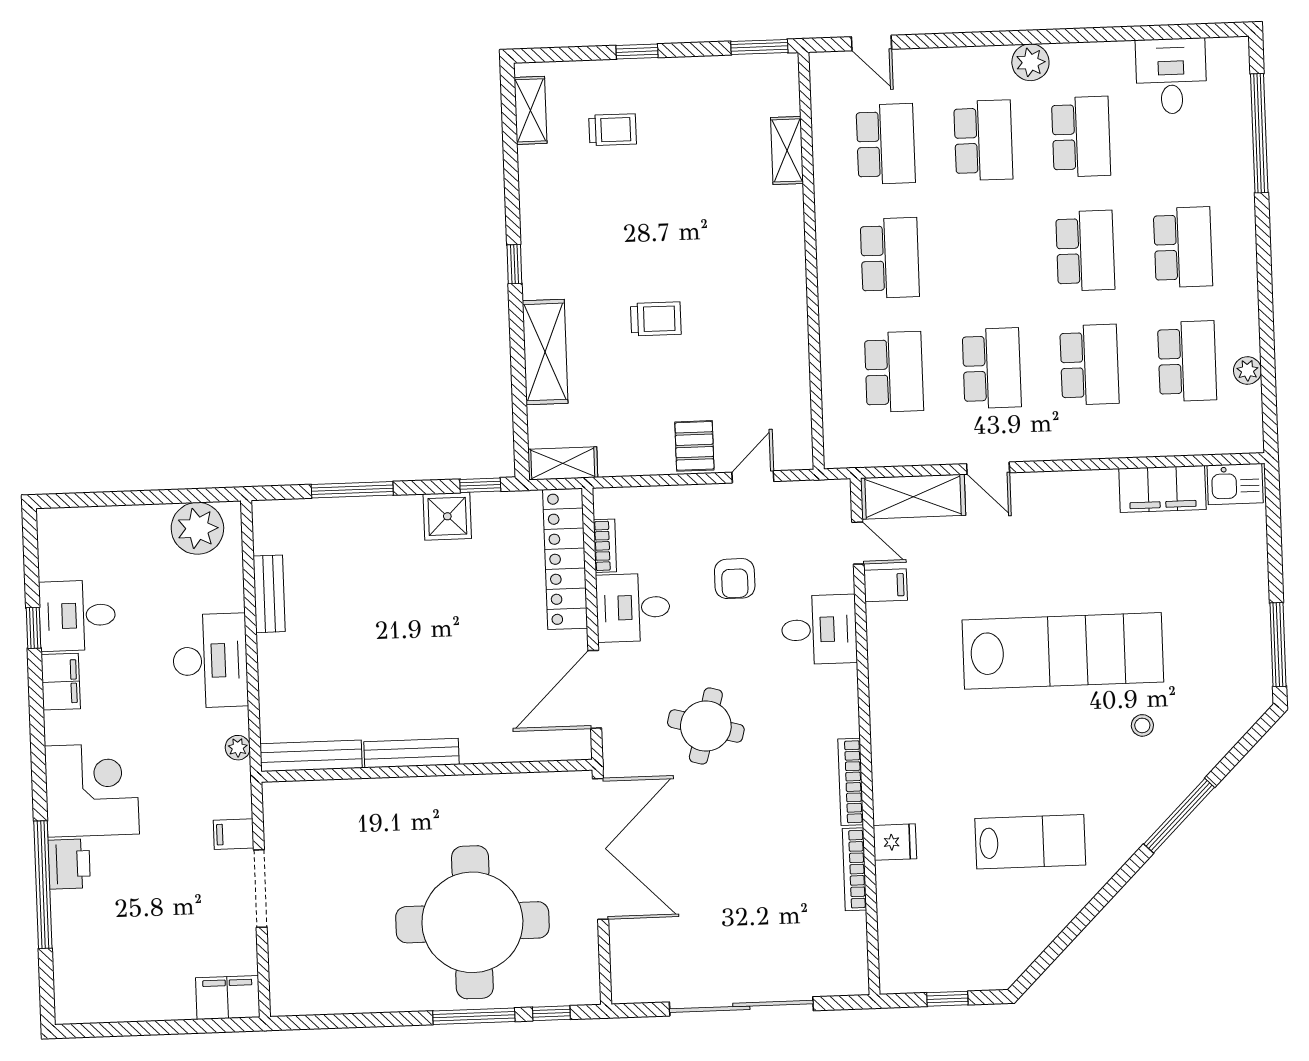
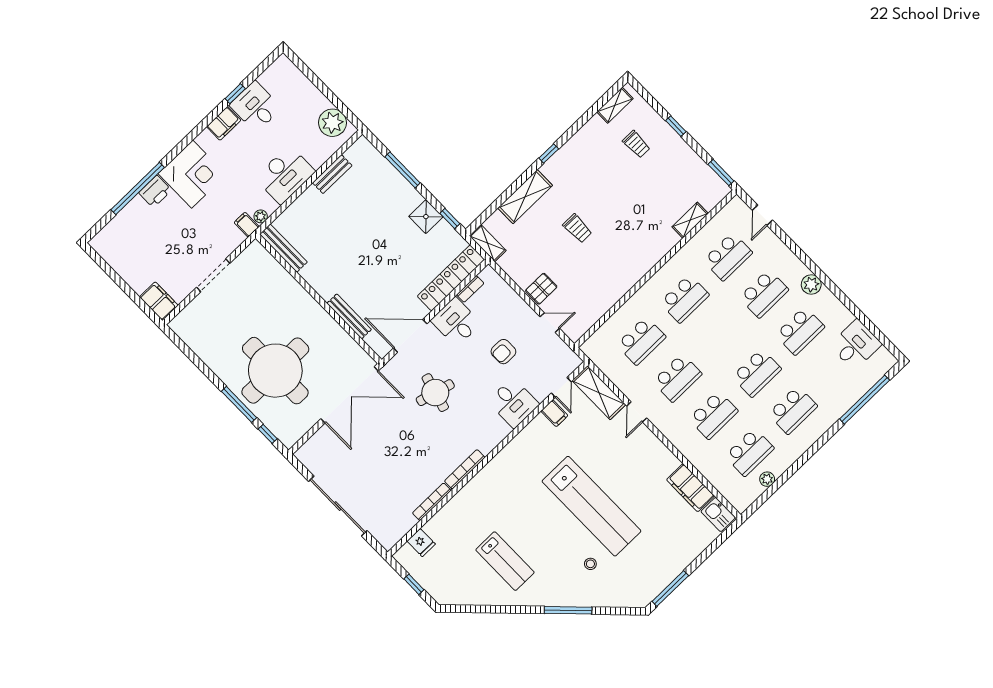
bench: (411, 753) -> (349, 316), moved
filing cabinet: (234, 834) -> (247, 225), moved
fridge: (895, 842) -> (421, 543), moved

